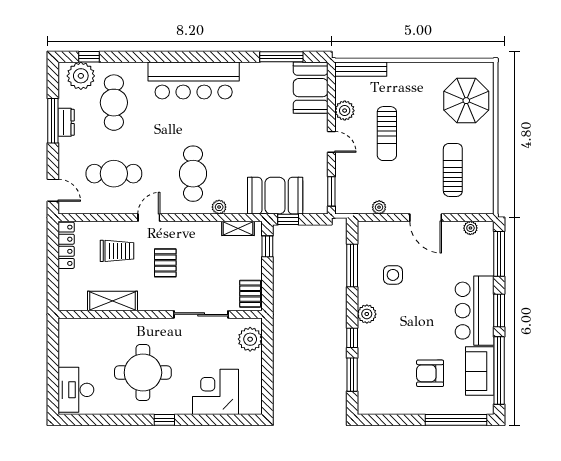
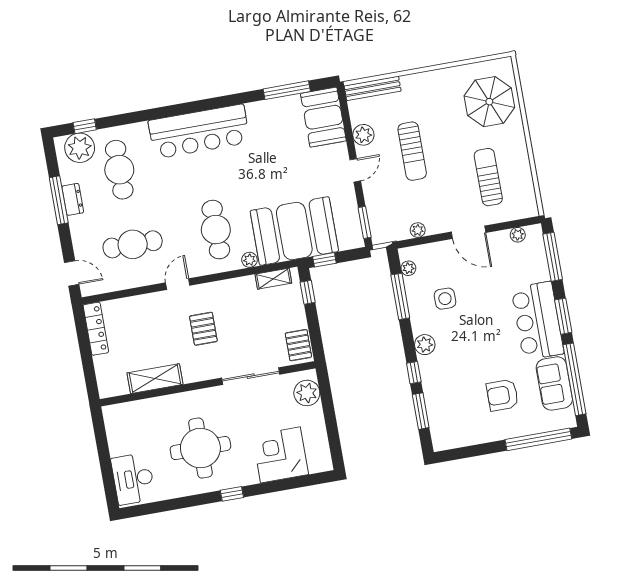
door: (331, 142) -> (355, 170), hinge flipped
booth: (275, 196) -> (294, 231), width x1.36, depth x1.42
plant: (364, 241) -> (408, 268), added
trolley: (117, 251) -> (150, 325), removed

